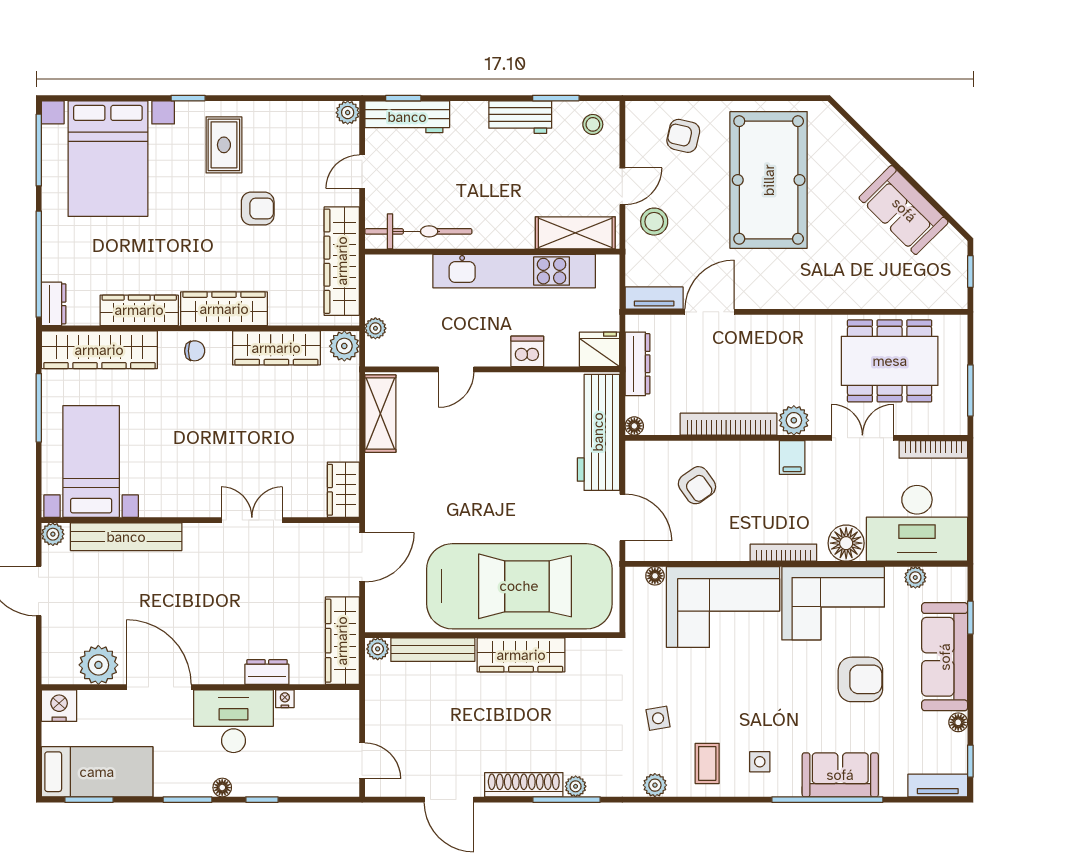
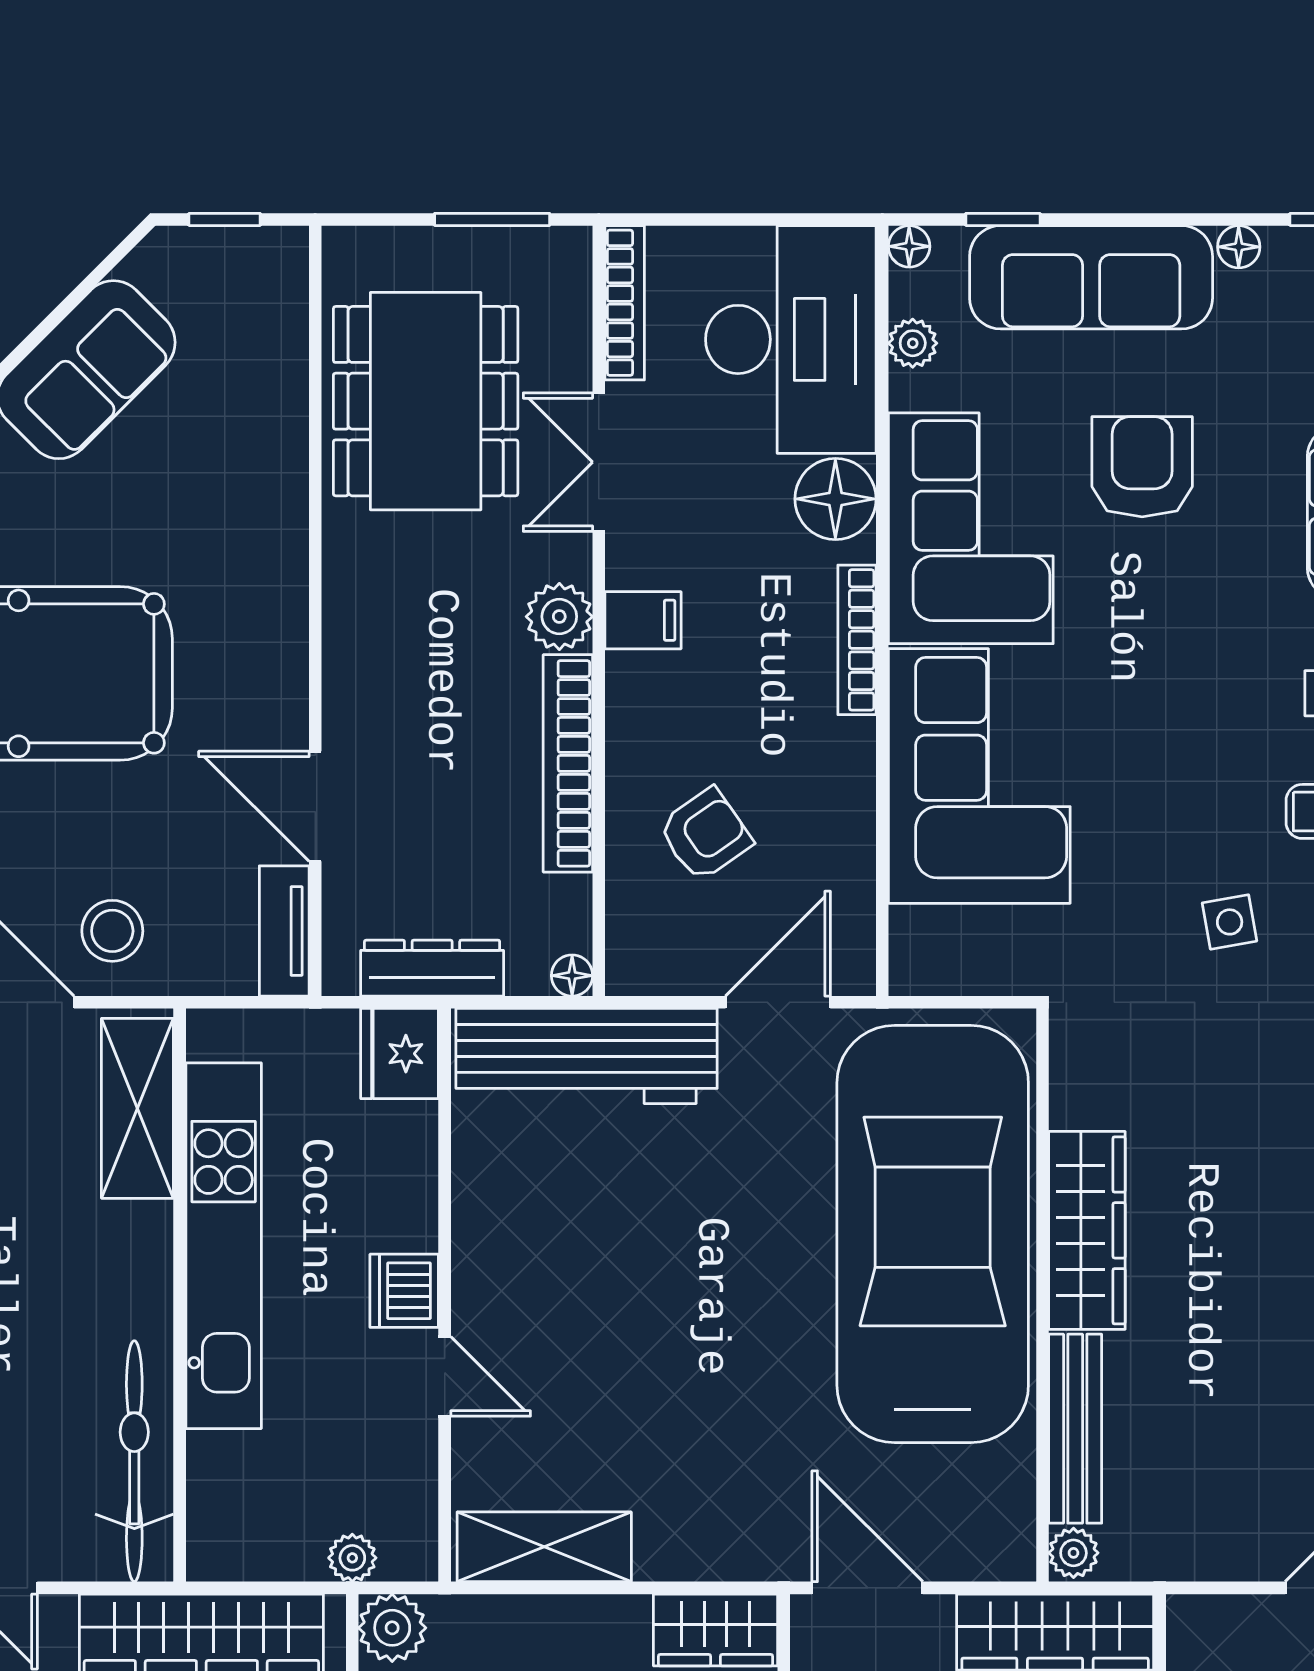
dishwasher: (527, 351) -> (404, 1291), moved
floor lamp: (655, 576) -> (909, 246), moved

